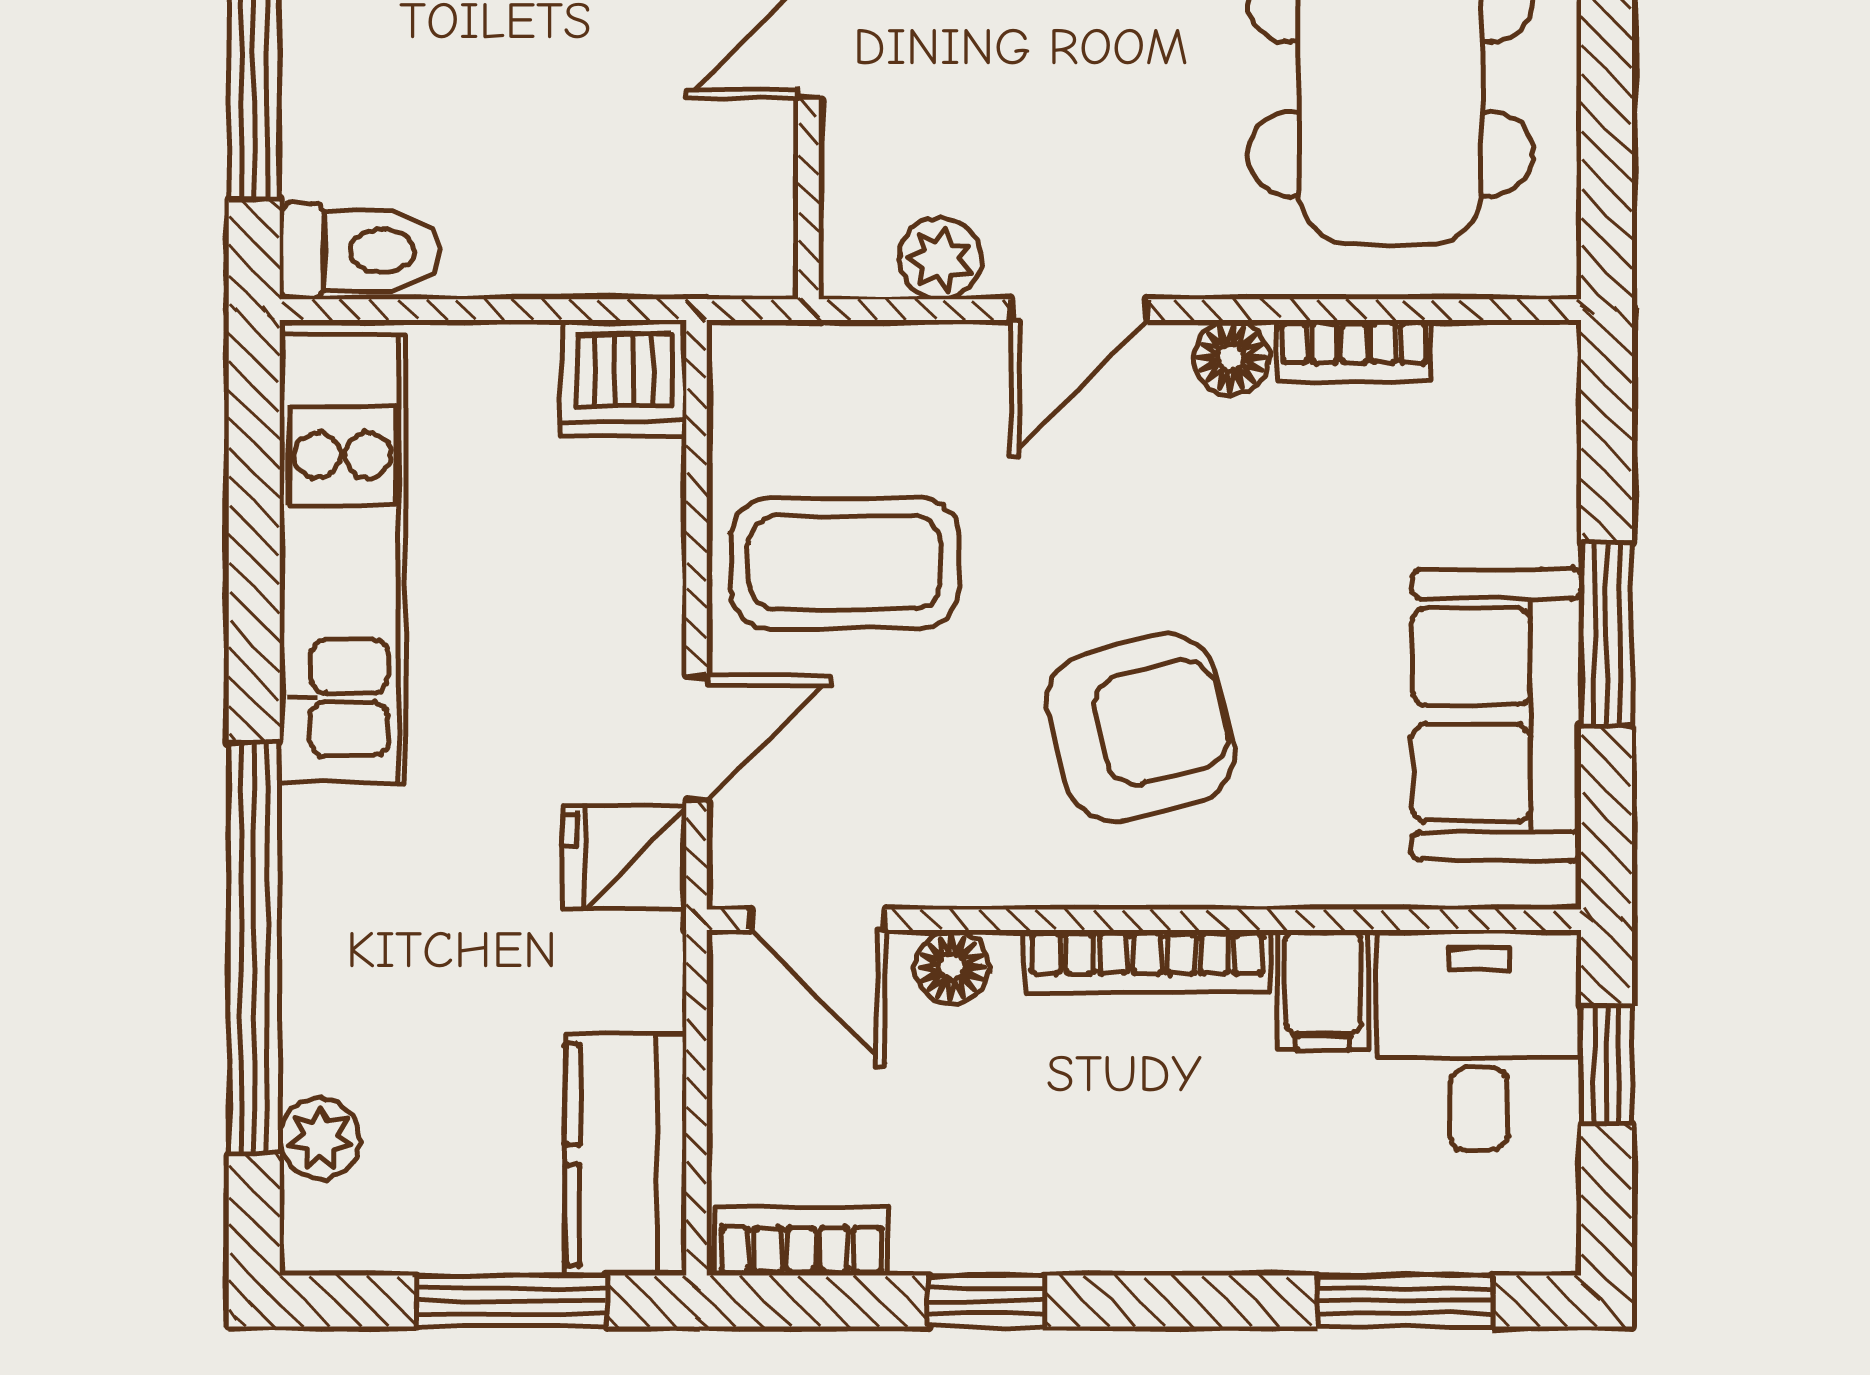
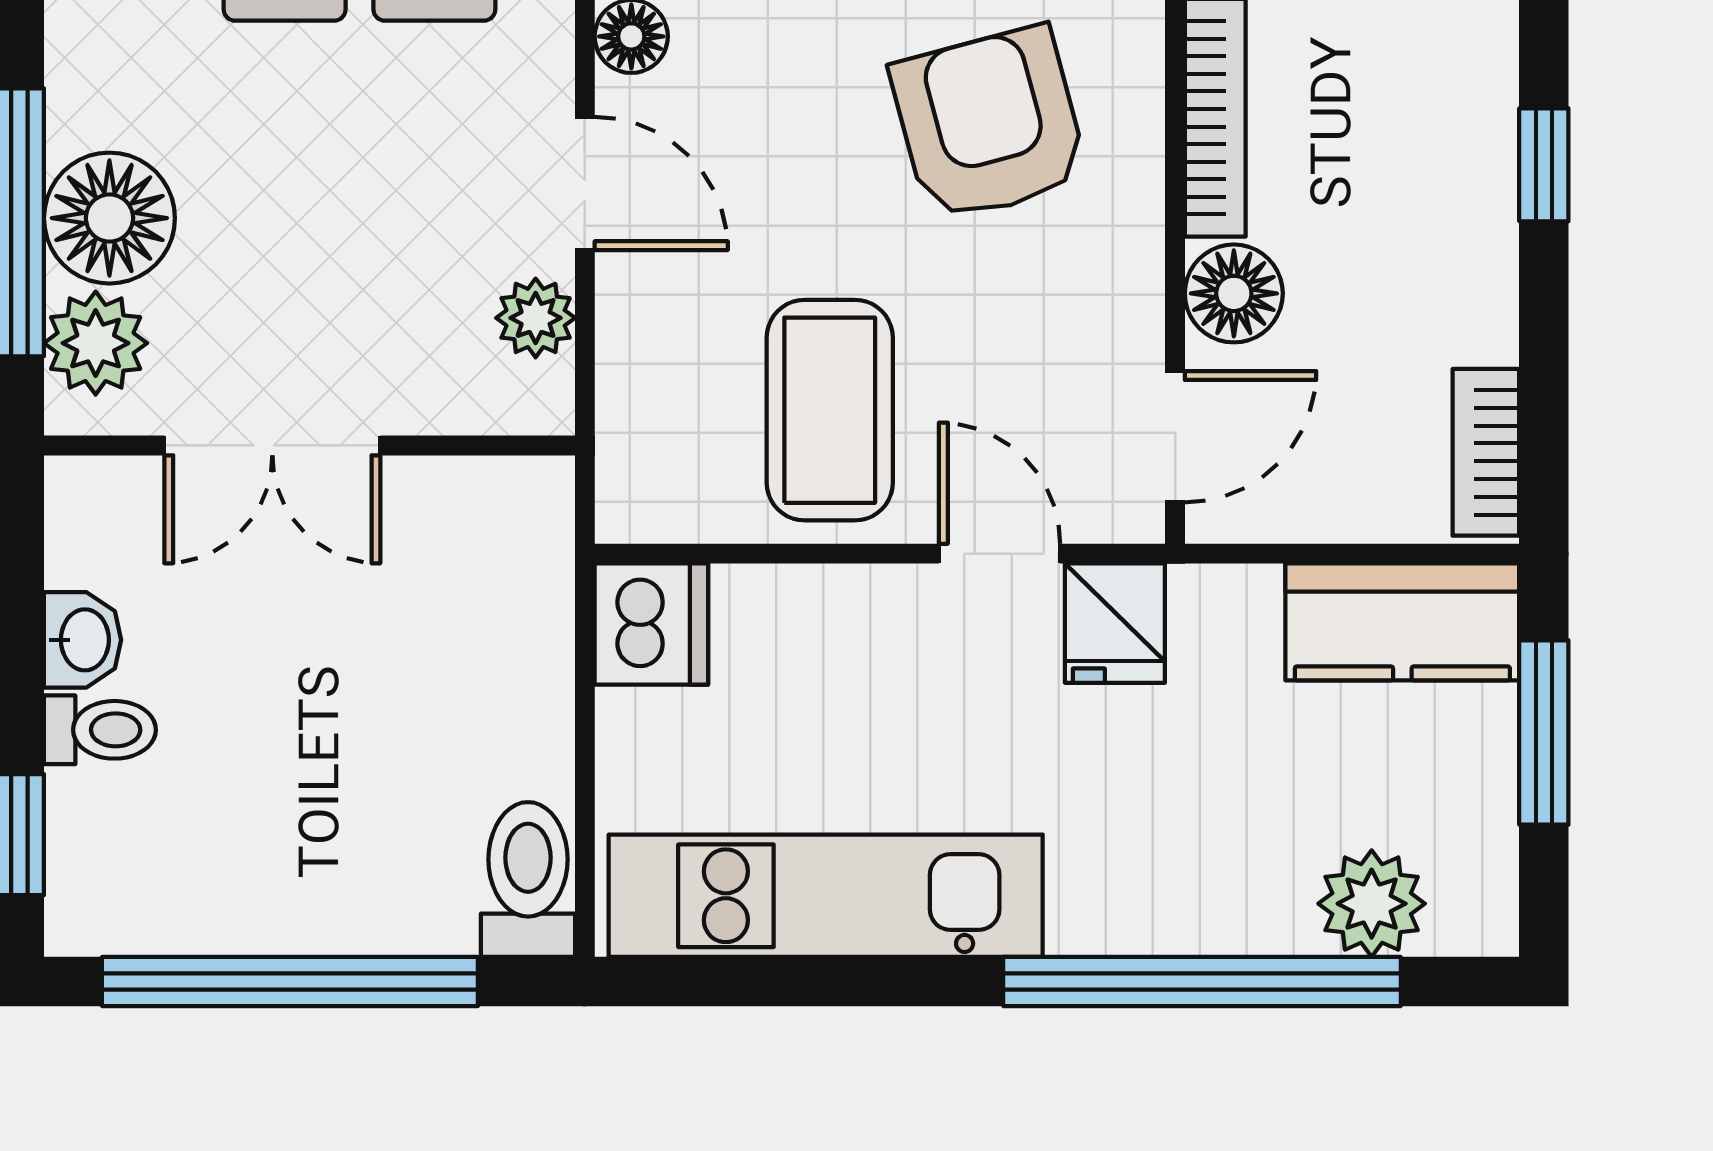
floor lamp: (952, 967) -> (1234, 293), width x1.37, depth x1.37
plant: (320, 1138) -> (1372, 904), width x1.38, depth x1.38
window: (987, 1301) -> (1544, 165), moved

